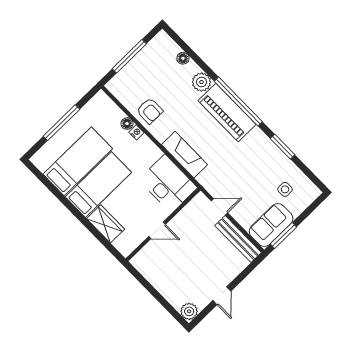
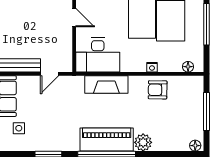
floor lamp: (183, 58) -> (195, 146), moved
floor lamp: (127, 124) -> (188, 67), moved
door: (157, 230) -> (74, 18), swing flipped

